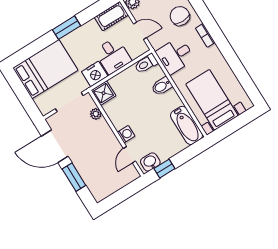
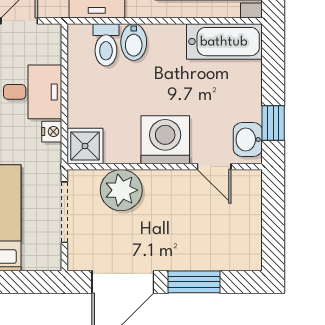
toilet: (146, 64) -> (106, 45), moved
nightstand: (95, 74) -> (52, 132), width x0.53, depth x0.56
plant: (96, 114) -> (121, 190), width x1.88, depth x1.88
washing machine: (126, 134) -> (165, 140), width x1.89, depth x1.89

